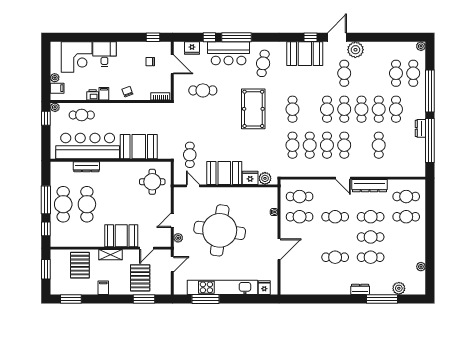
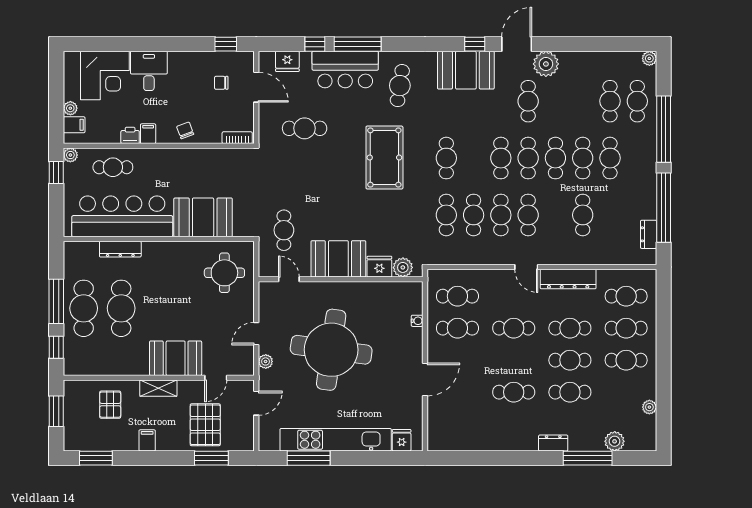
dresser: (420, 128) -> (649, 234), moved
cafe table: (406, 237) -> (626, 360), added
pallet: (80, 265) -> (110, 405), width x0.67, depth x0.71

